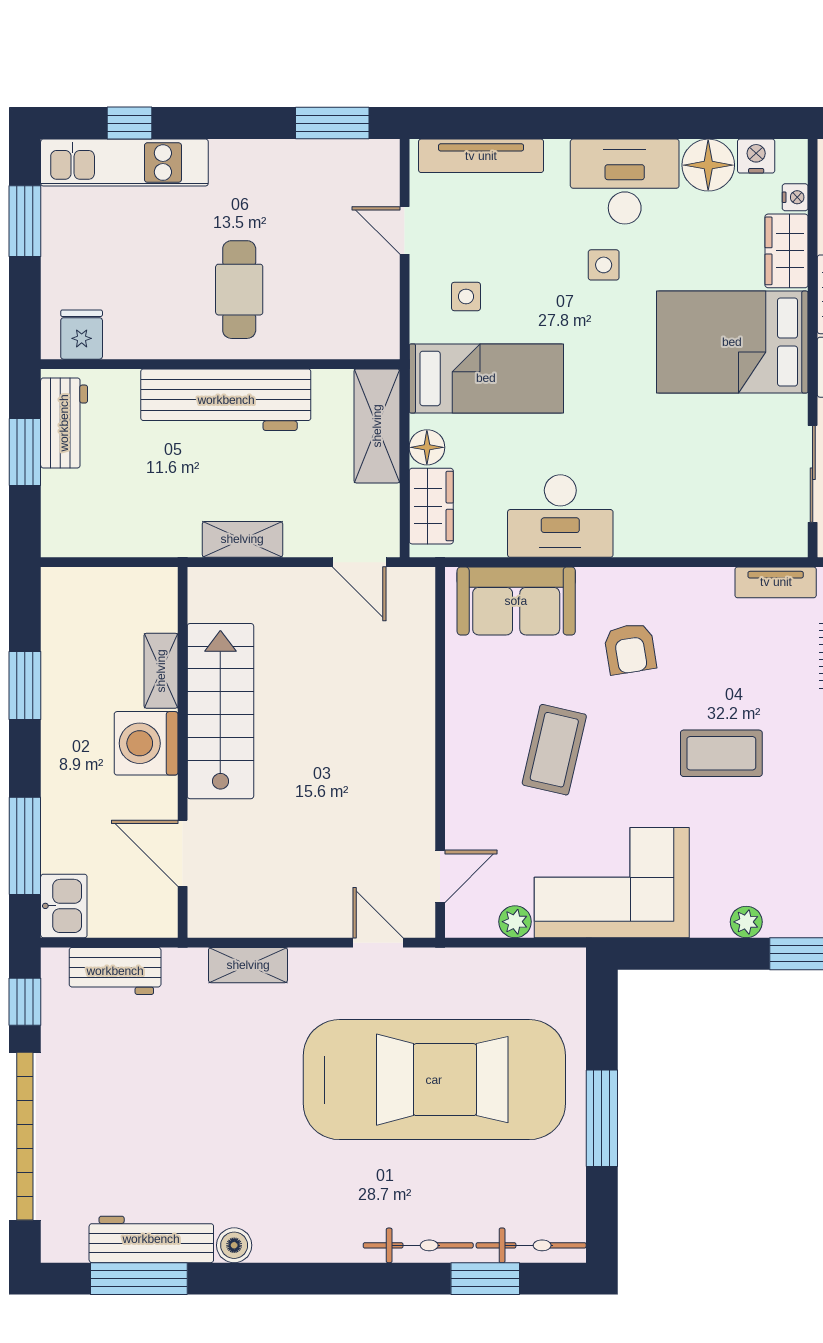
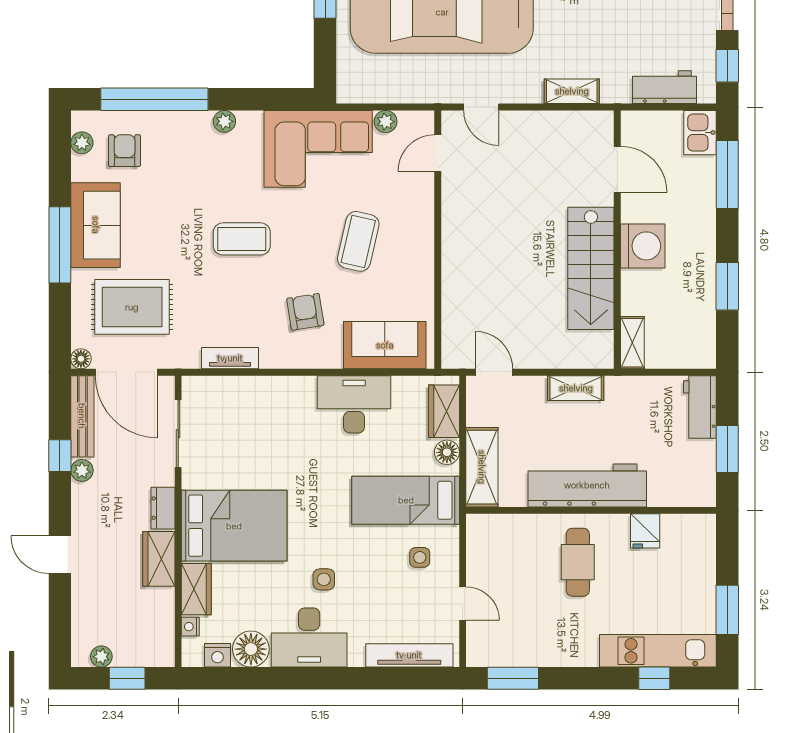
fridge: (82, 335) -> (645, 531), moved
workbench: (64, 423) -> (700, 407), moved
tv unit: (776, 582) -> (230, 358), moved
shelving: (161, 671) -> (632, 343), moved

